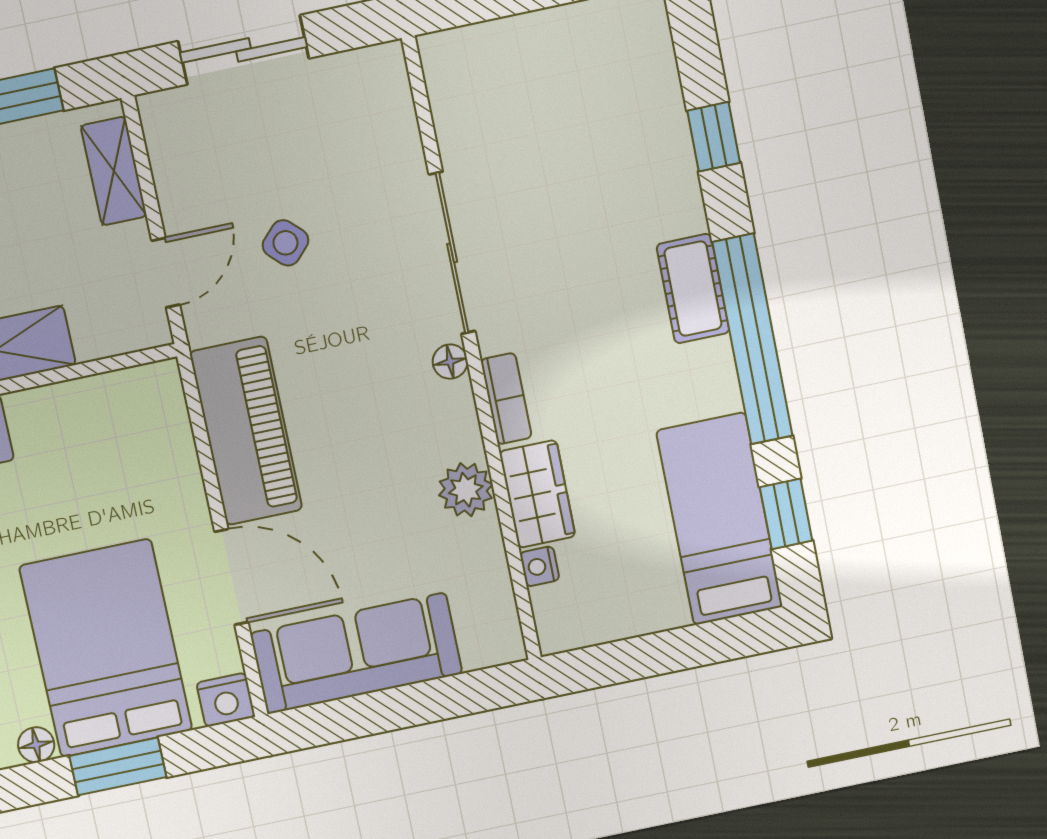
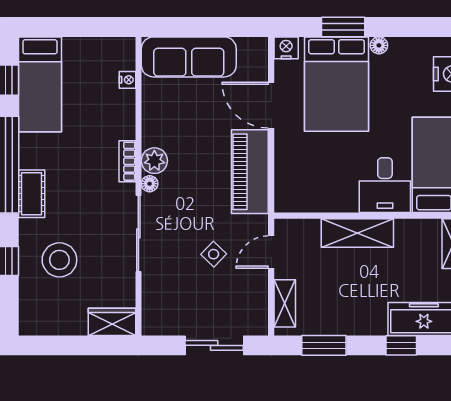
stool: (607, 162) -> (59, 260), added
plant: (466, 490) -> (154, 161), moved
wardrobe: (537, 494) -> (112, 322), moved, turned 90
sofa: (356, 653) -> (189, 57), moved

